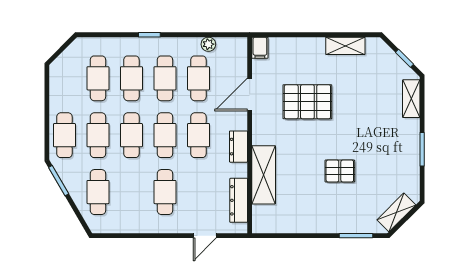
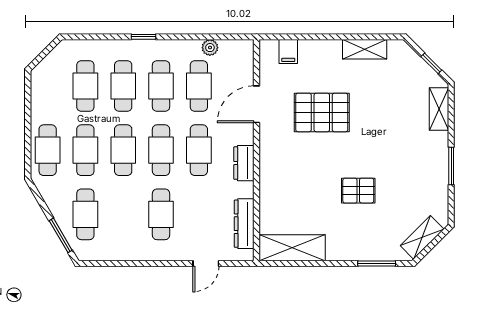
filing cabinet: (260, 48) -> (288, 51), moved
shelving: (264, 175) -> (292, 248), moved, turned 90
window: (59, 181) -> (61, 235), moved

